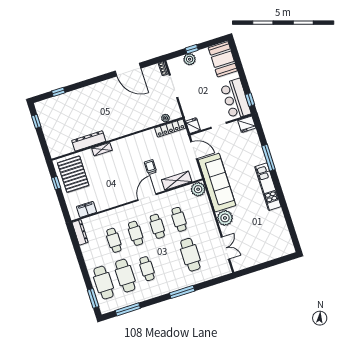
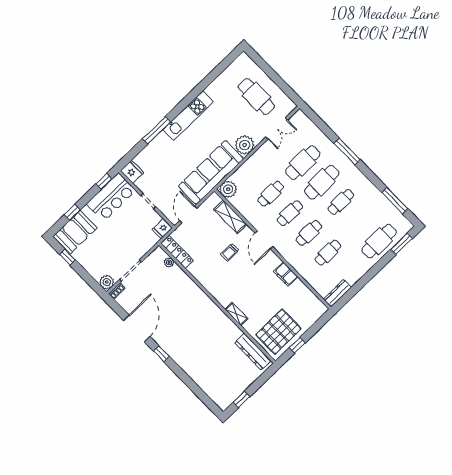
window: (192, 49) -> (67, 257), moved
plant: (190, 59) -> (107, 282), moved
window: (239, 64) -> (72, 212), added
window: (58, 92) -> (161, 354), moved
dresser: (89, 141) -> (253, 352), moved
door: (147, 197) -> (264, 240), hinge flipped
filing cabinet: (86, 209) -> (286, 274), moved
cafe table: (257, 245) -> (256, 97), added
double door: (225, 248) -> (277, 128), swing flipped
cafe table: (125, 276) -> (322, 182), moved

